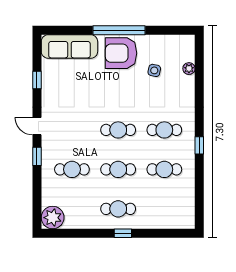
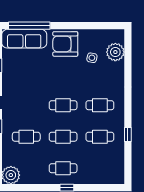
window: (119, 30) -> (29, 26), moved
plant: (189, 69) -> (115, 52), width x1.87, depth x1.87
window: (199, 145) -> (128, 135), moved

